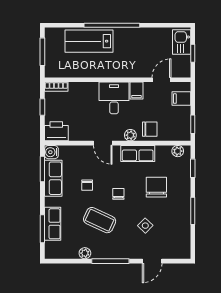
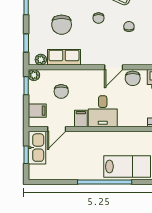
kitchen sink: (182, 42) -> (37, 148), moved, width x1.38
chair: (150, 129) -> (61, 91), moved, turned -90
chair: (83, 132) -> (133, 78), added
plant: (130, 135) -> (34, 75), moved
door: (103, 143) -> (114, 67), swing flipped
row of seats: (138, 153) -> (64, 57), moved

